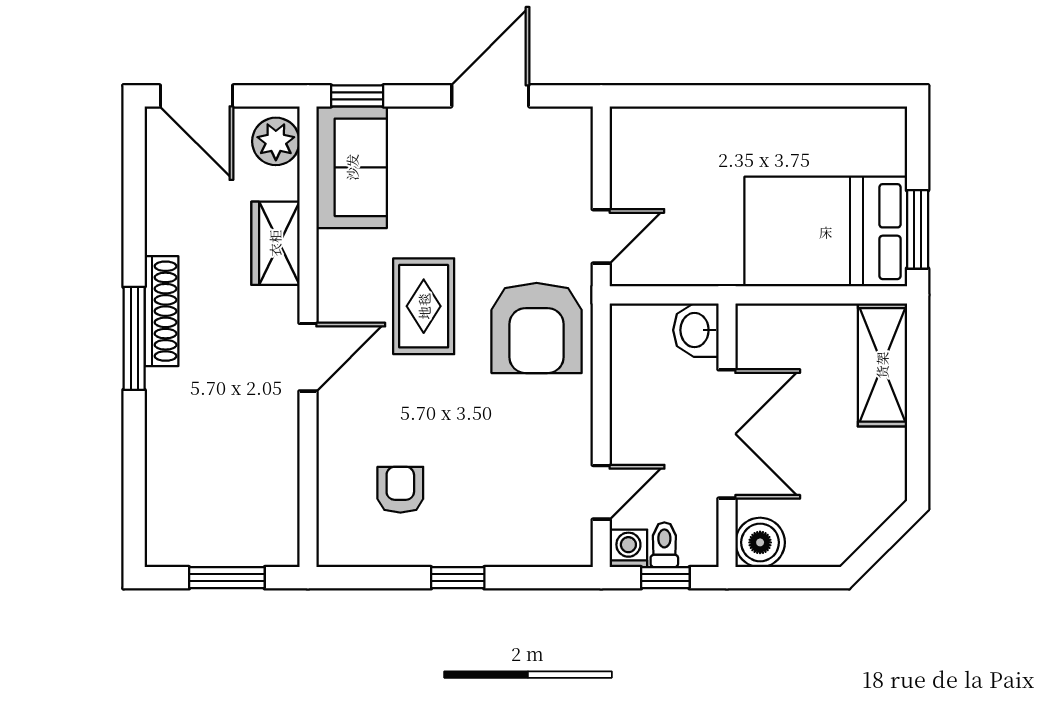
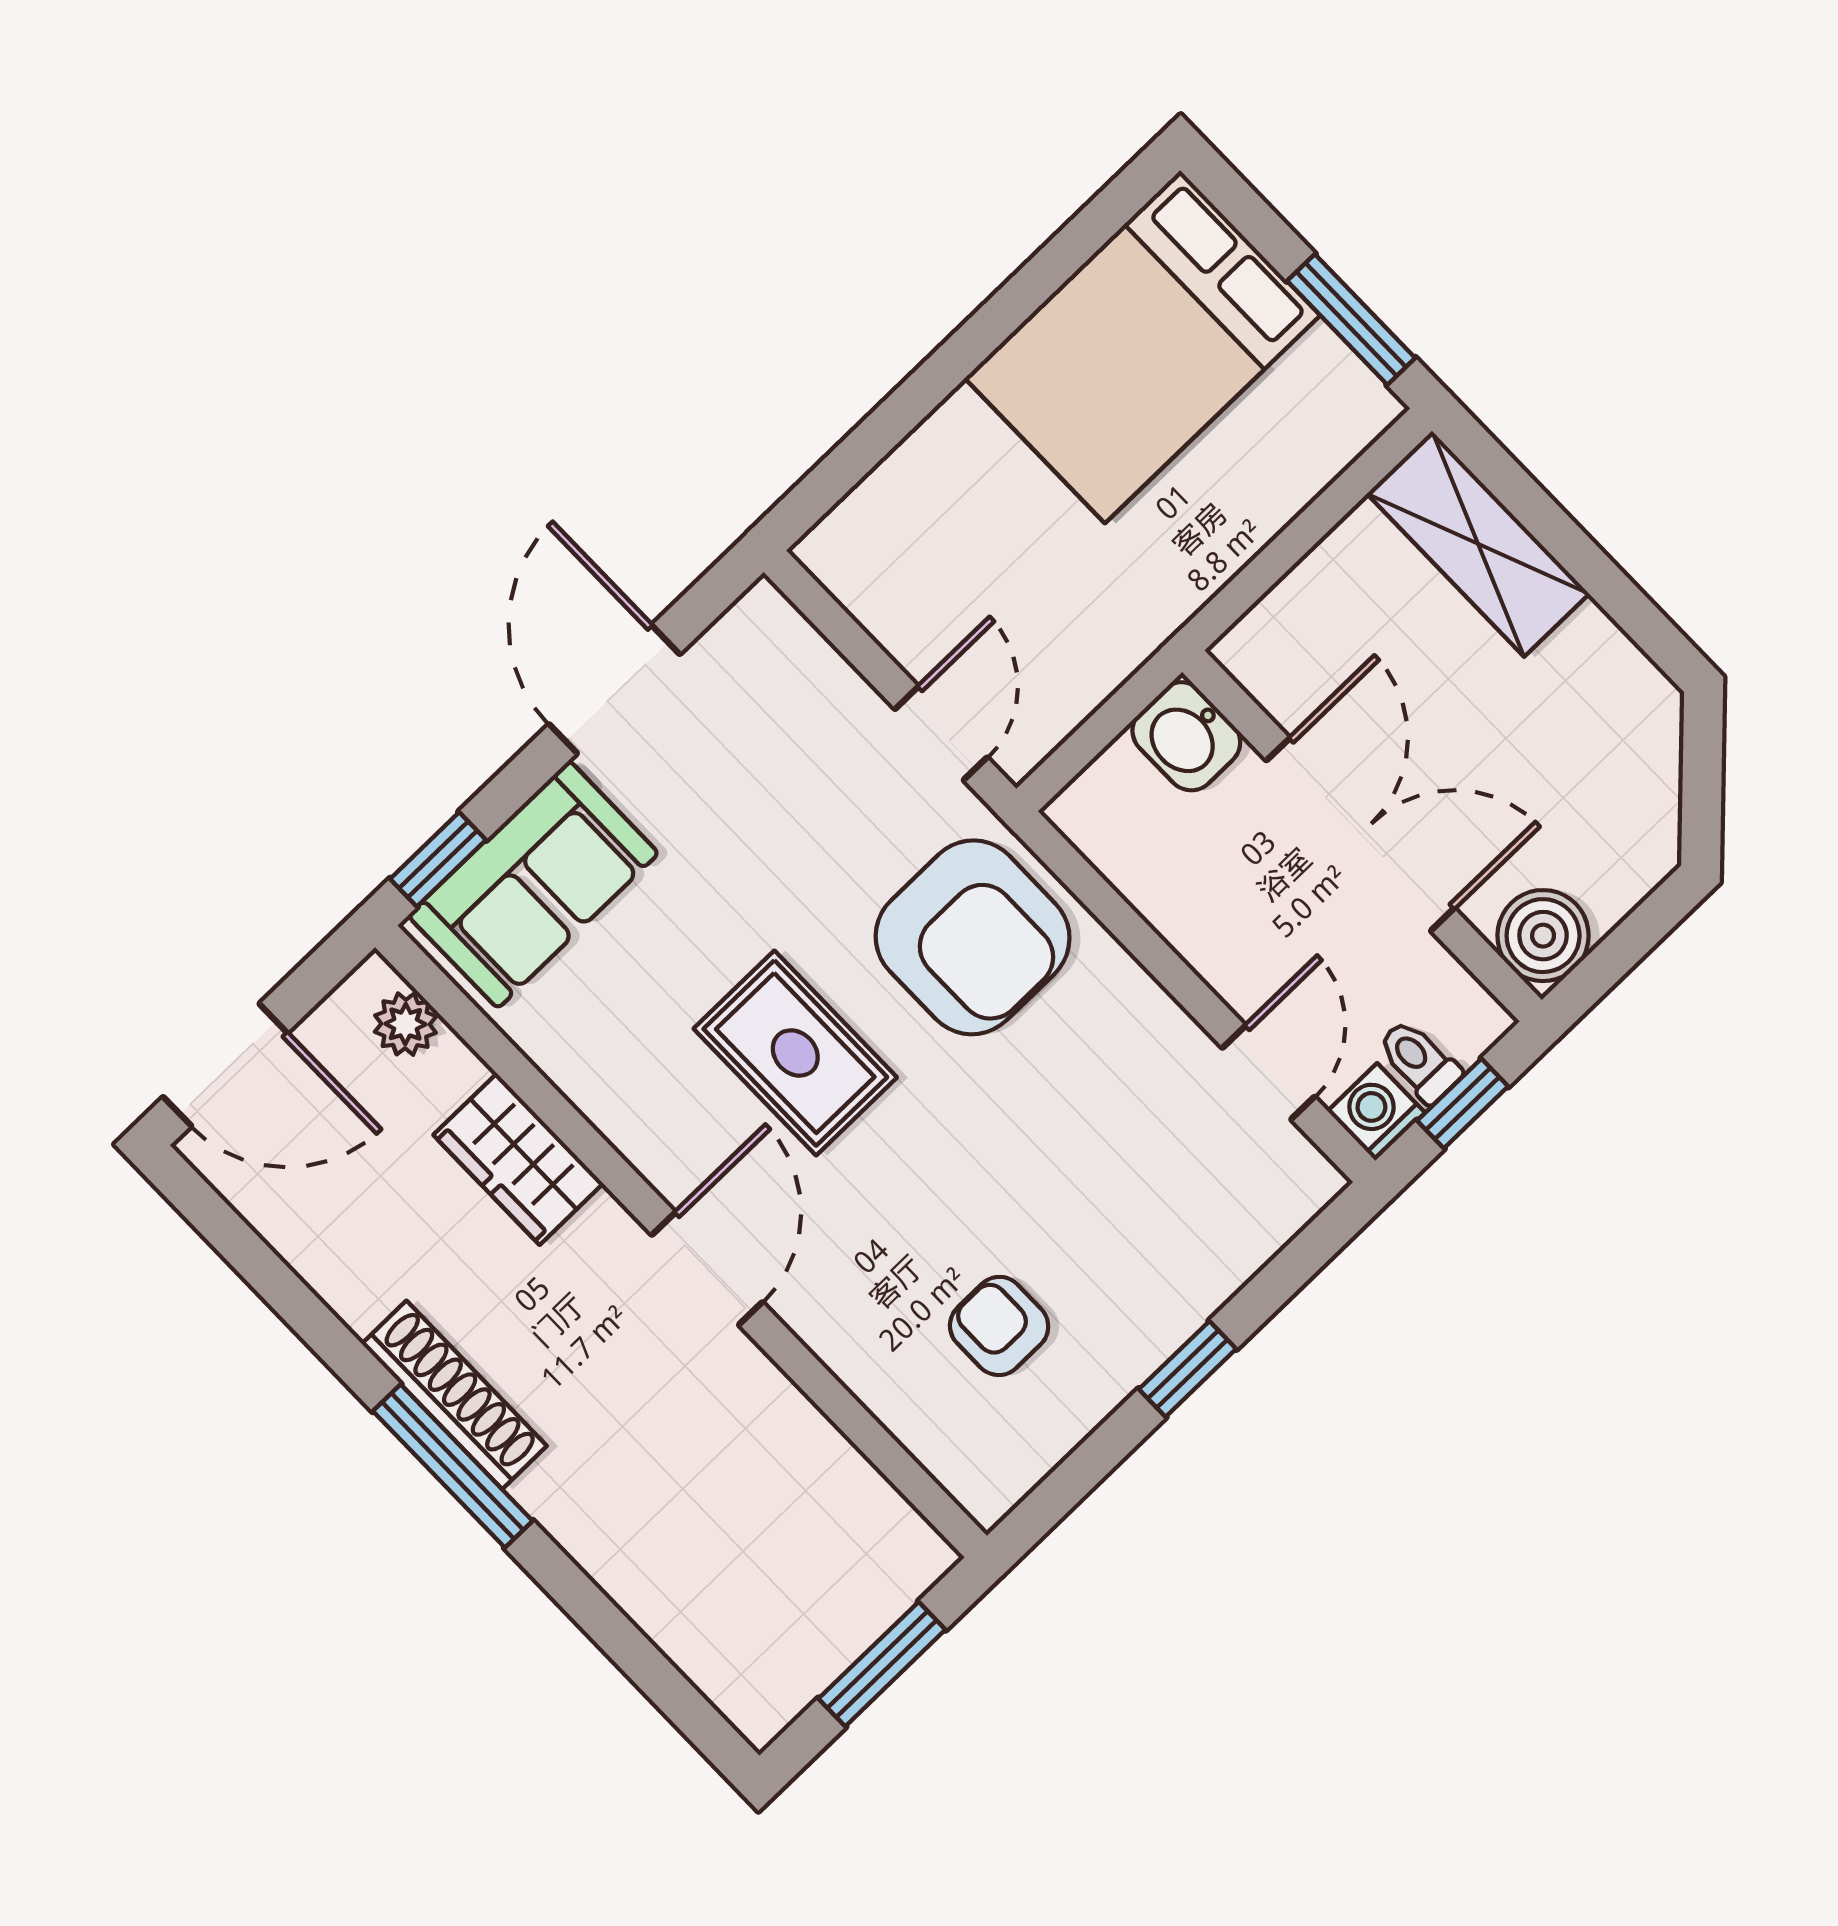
plant: (276, 141) -> (405, 1024), width x0.73, depth x0.73
sofa: (352, 167) -> (533, 884), moved, turned 90
bed: (826, 232) -> (1142, 347), moved

